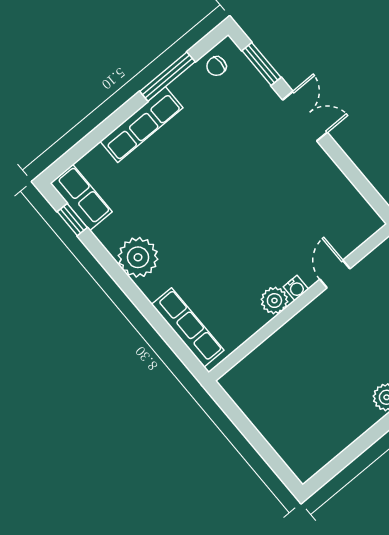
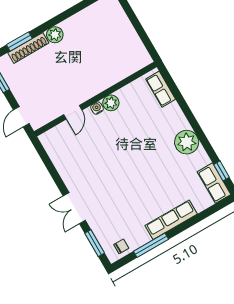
row of seats: (188, 327) -> (161, 89), width x0.68

